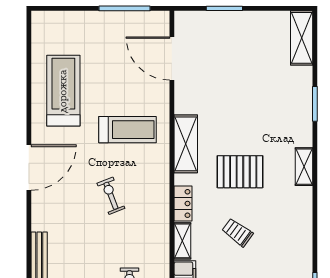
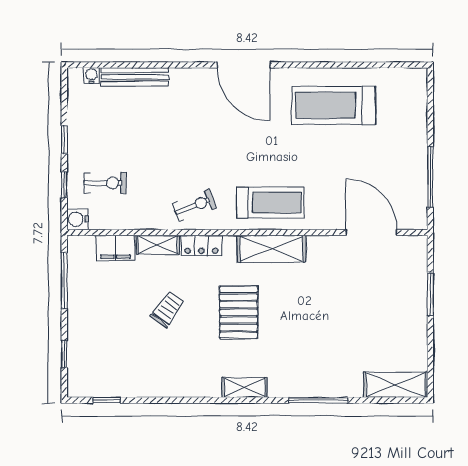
door: (172, 59) -> (371, 233), hinge flipped
treadmill: (63, 91) -> (334, 105), turned 180
window: (315, 104) -> (318, 400), width x1.44
treadmill: (128, 130) -> (270, 203), moved, turned -90
exercise bike: (111, 196) -> (194, 206), moved

